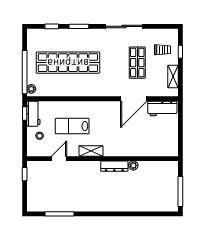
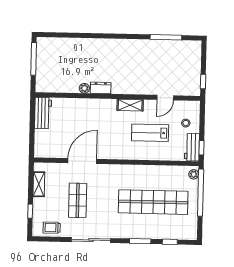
trolley: (163, 50) -> (52, 228), moved
workbench: (162, 108) -> (43, 113), moved, turned 90
lab bench: (72, 126) -> (150, 133), turned 180
dresser: (114, 166) -> (101, 88), width x0.70

